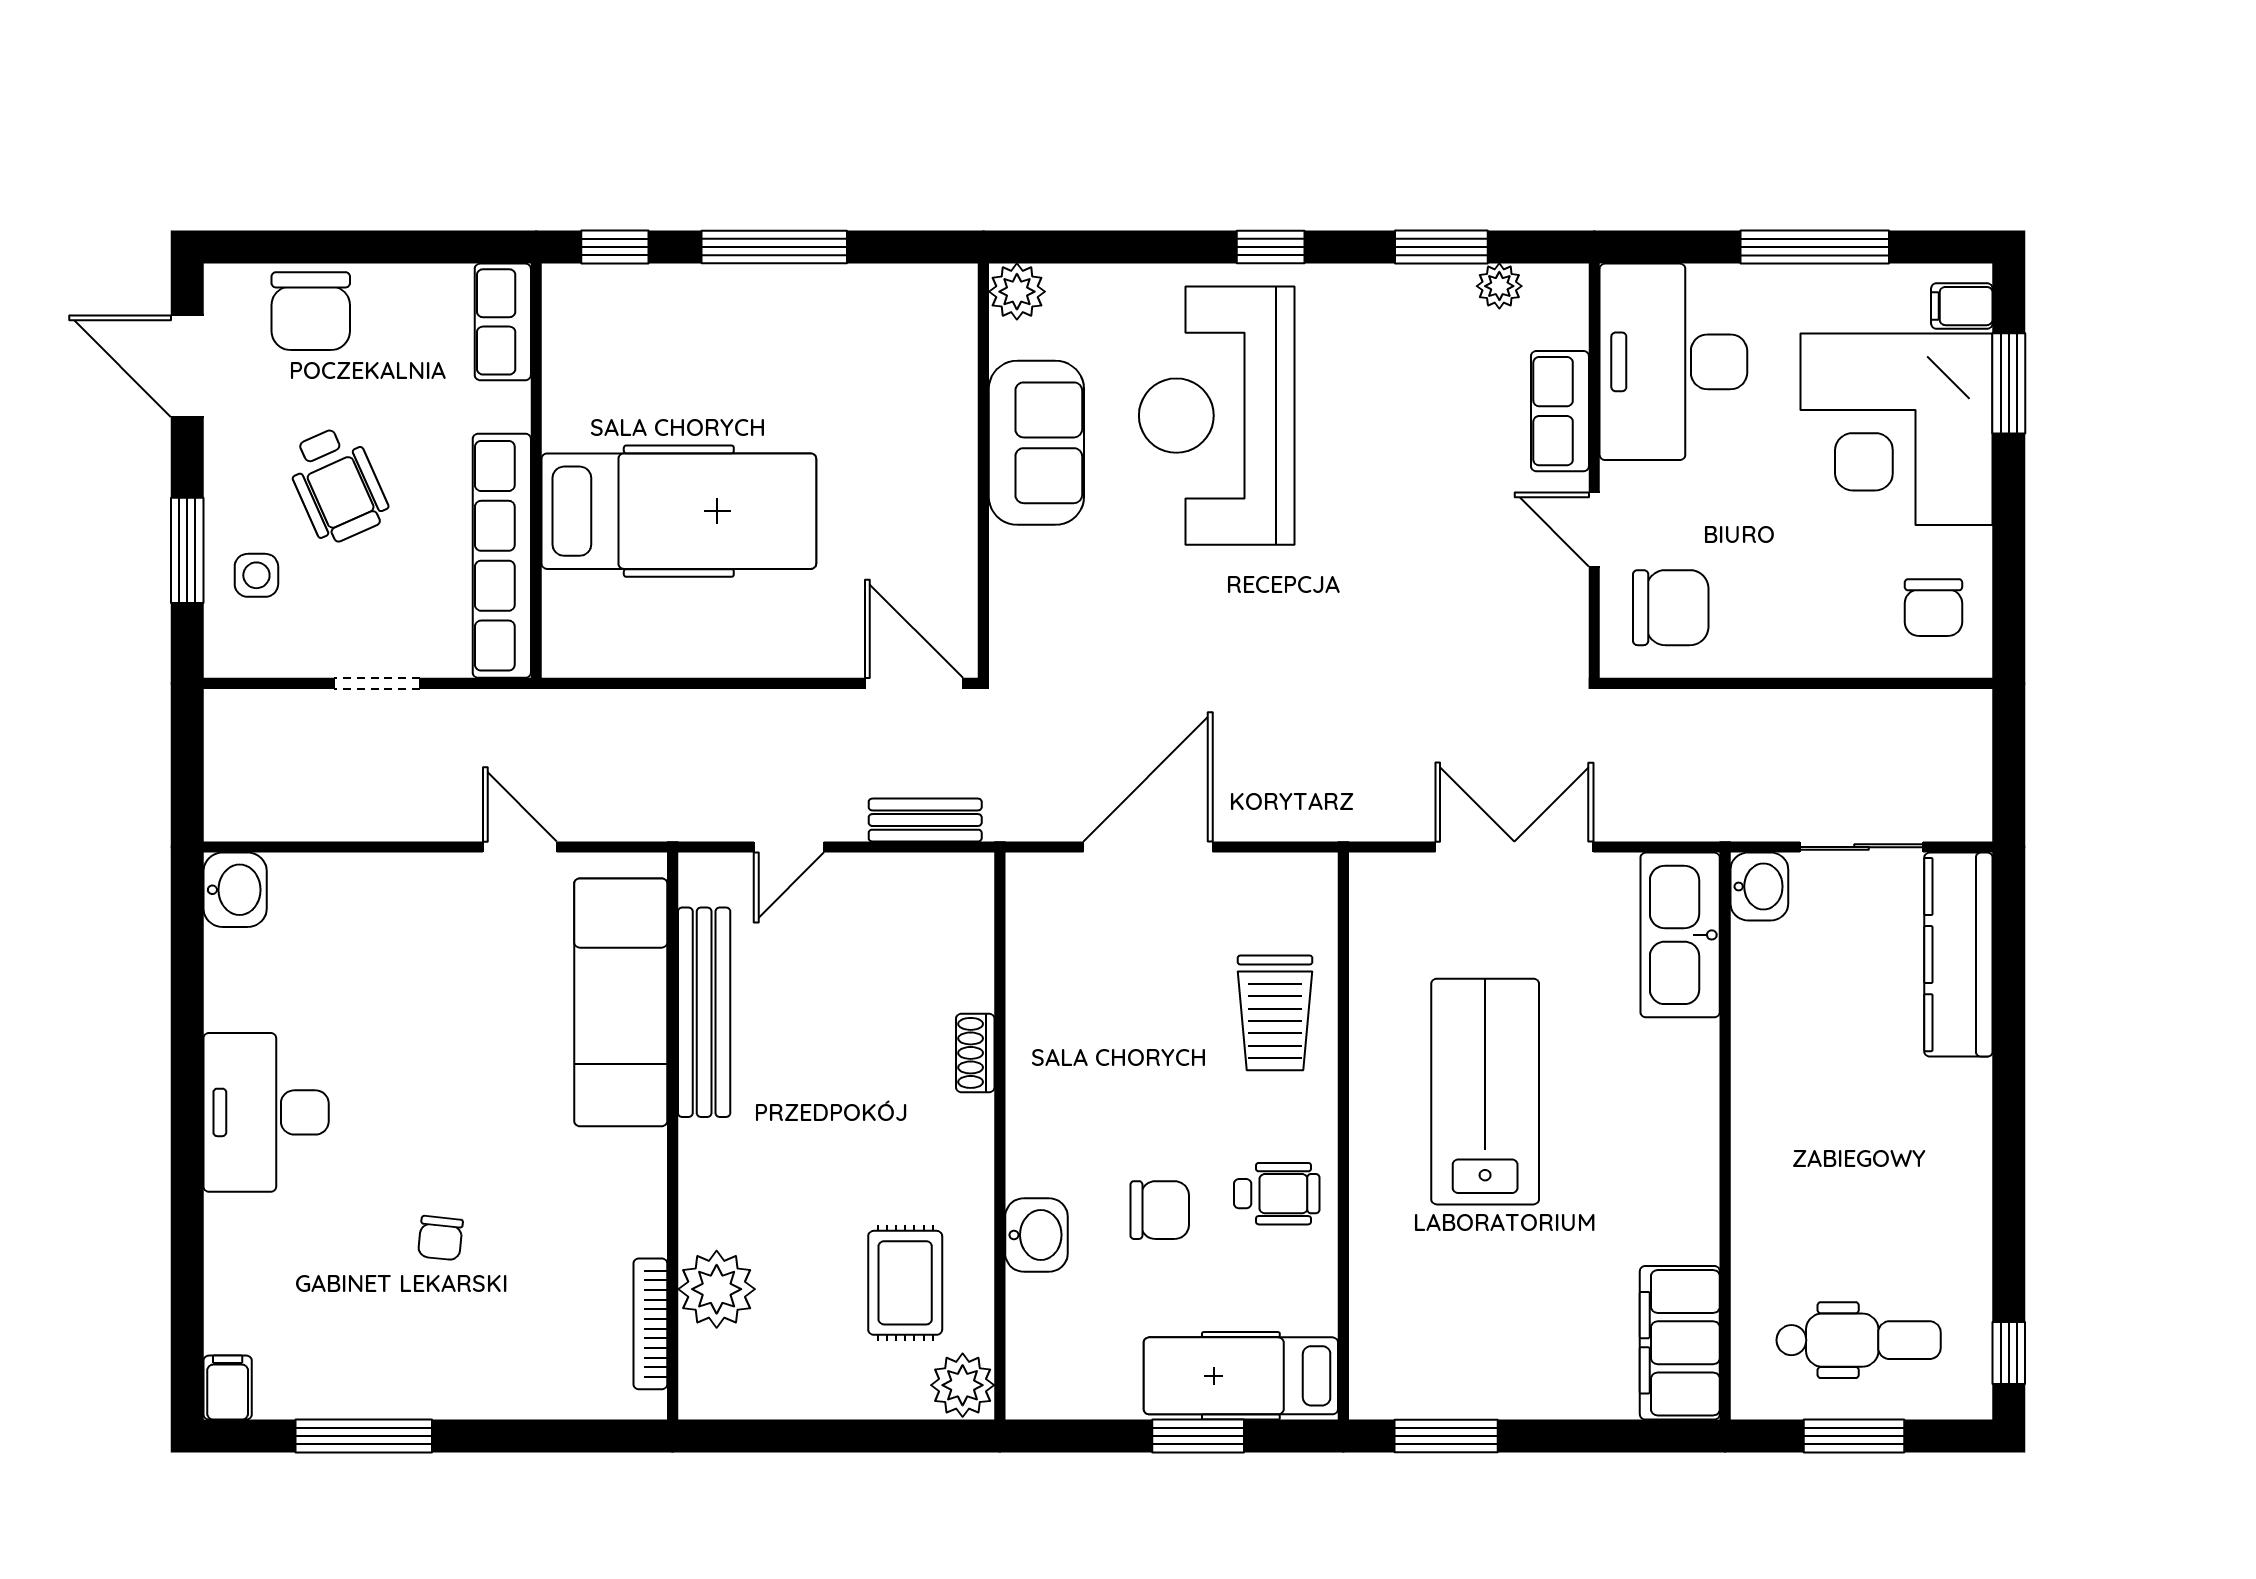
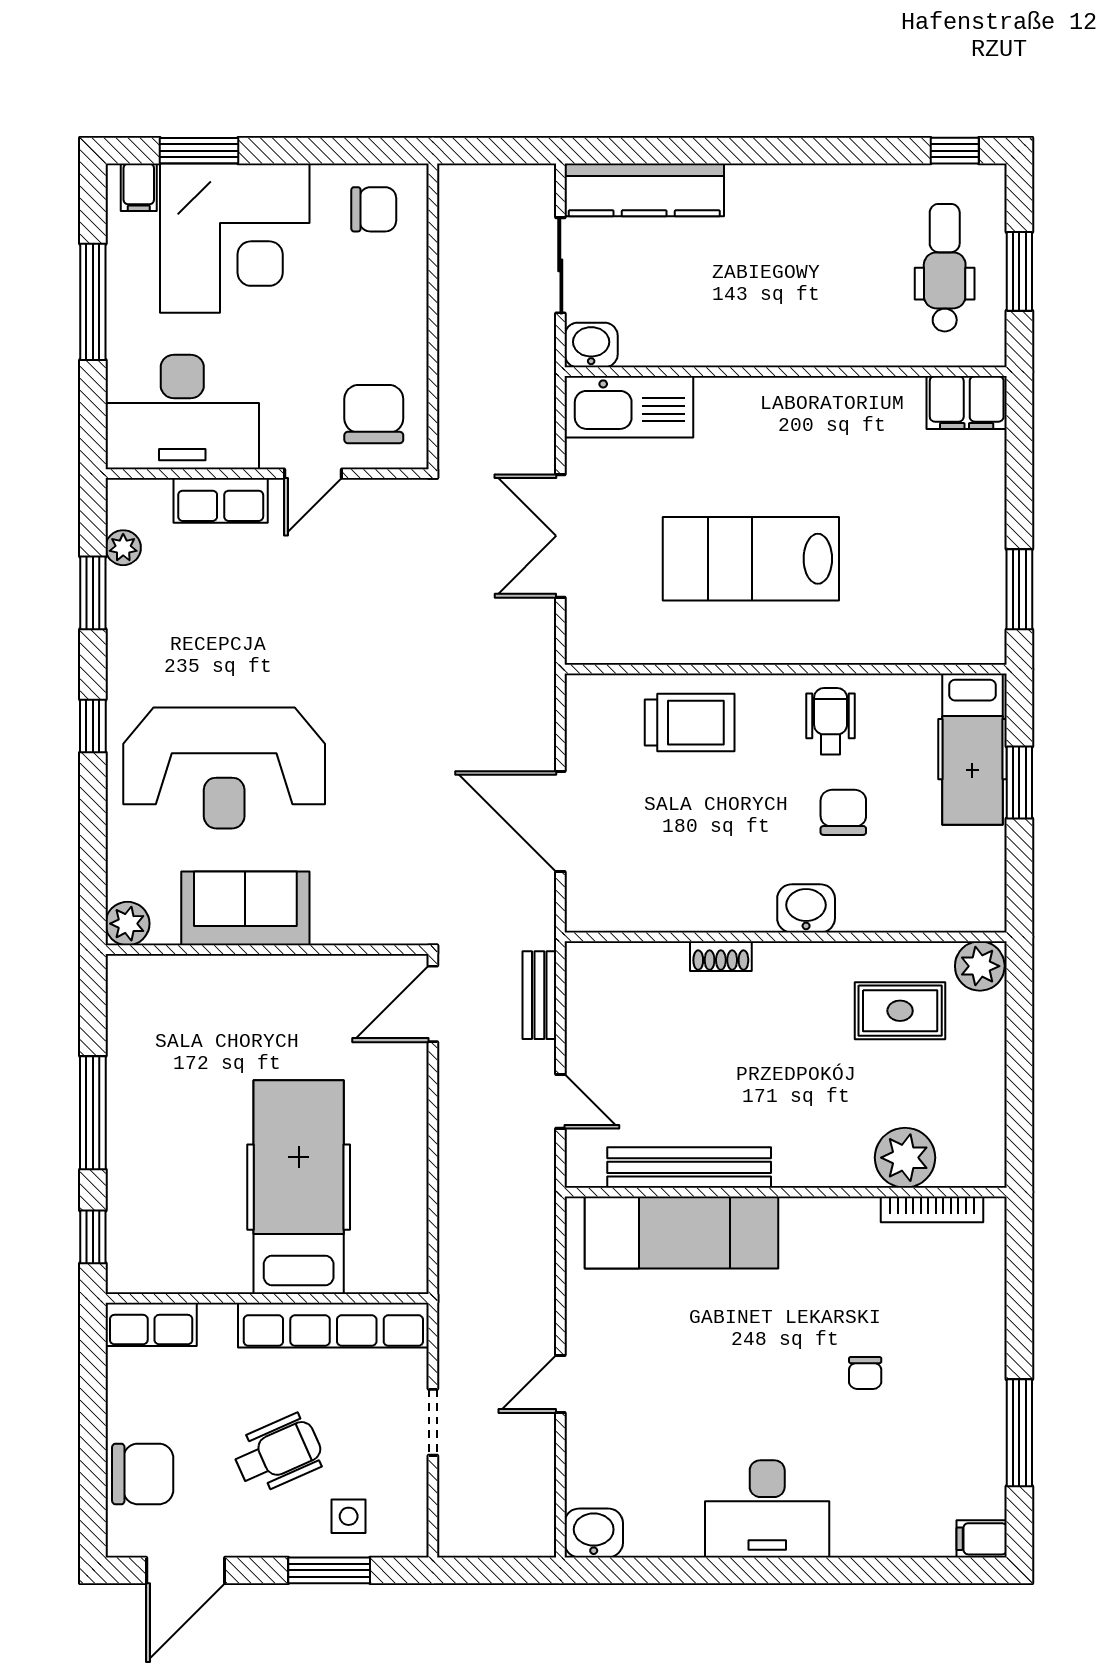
door: (520, 847) -> (560, 1384), moved
washbasin: (1036, 1235) -> (806, 908), moved
chair: (440, 1238) -> (865, 1373), turned 84
filing cabinet: (1680, 1343) -> (967, 403), width x0.67, depth x0.86

